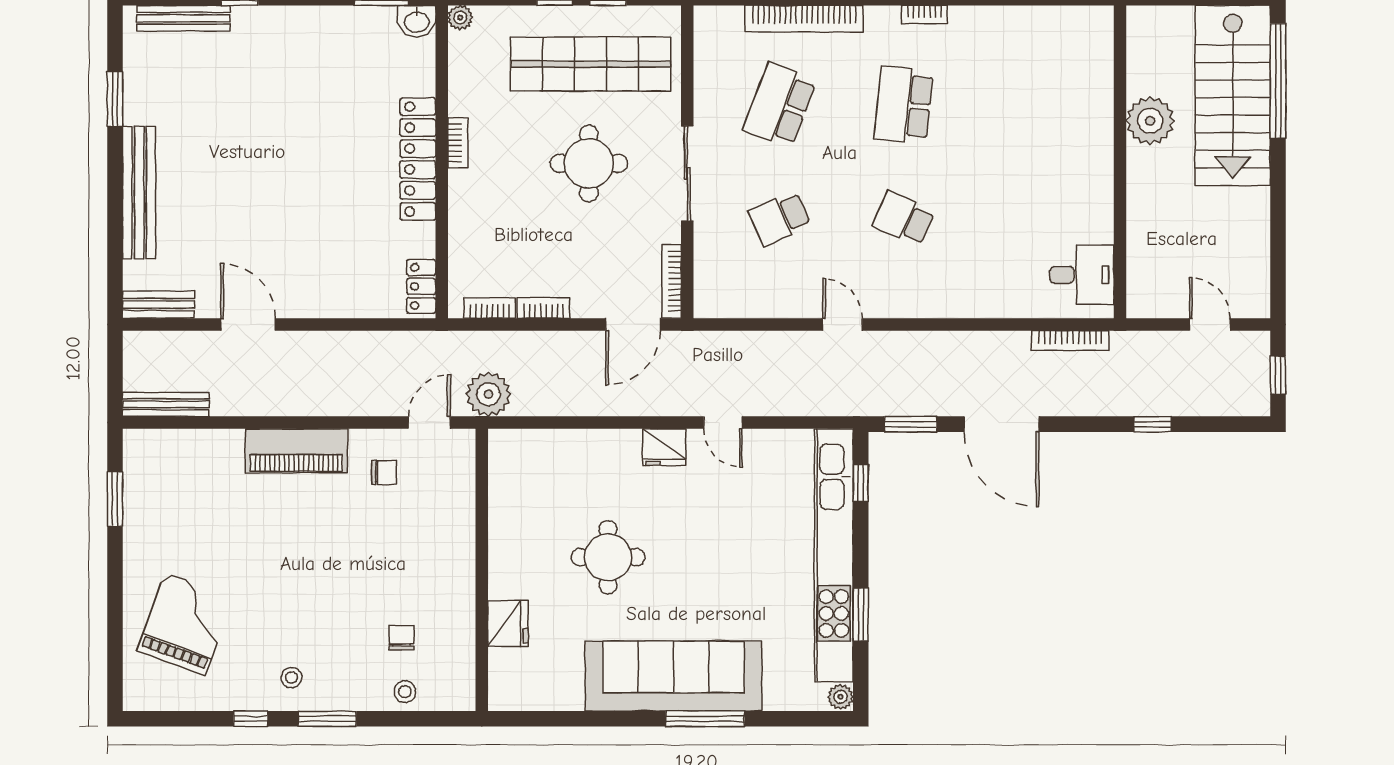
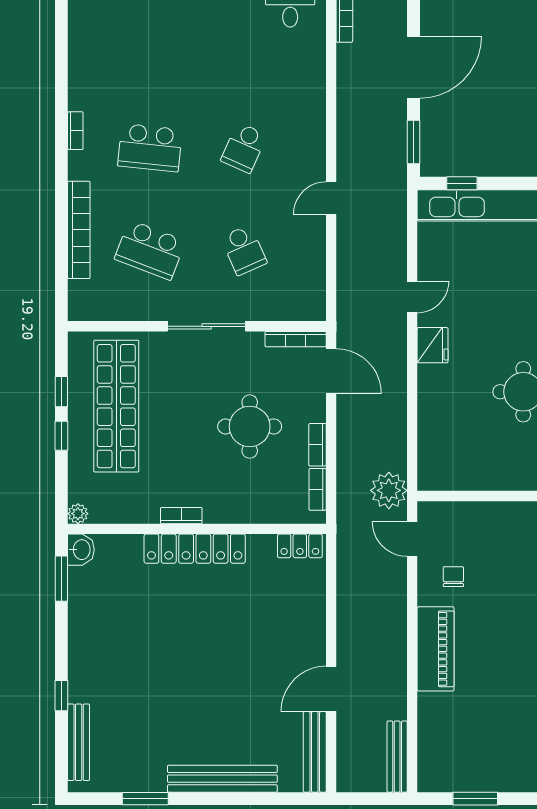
round table: (589, 163) -> (250, 426), moved
bench: (159, 305) -> (315, 752), width x1.36

